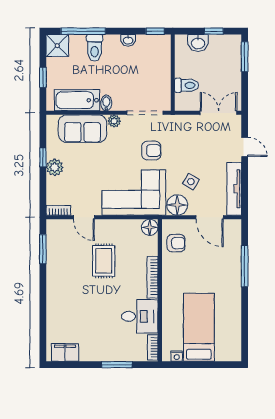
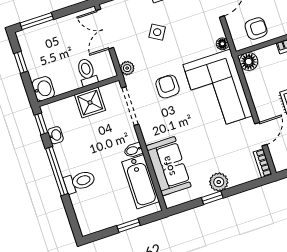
window: (83, 31) -> (57, 171), moved
washbasin: (128, 40) -> (55, 135), moved
washbasin: (198, 43) -> (43, 89), moved
shower: (57, 46) -> (90, 103), moved
plant: (114, 121) -> (127, 68), moved
side table: (191, 182) -> (157, 32), moved
floor lamp: (177, 205) -> (222, 44), width x0.53, depth x0.53
armchair: (176, 243) -> (256, 29), turned 90

